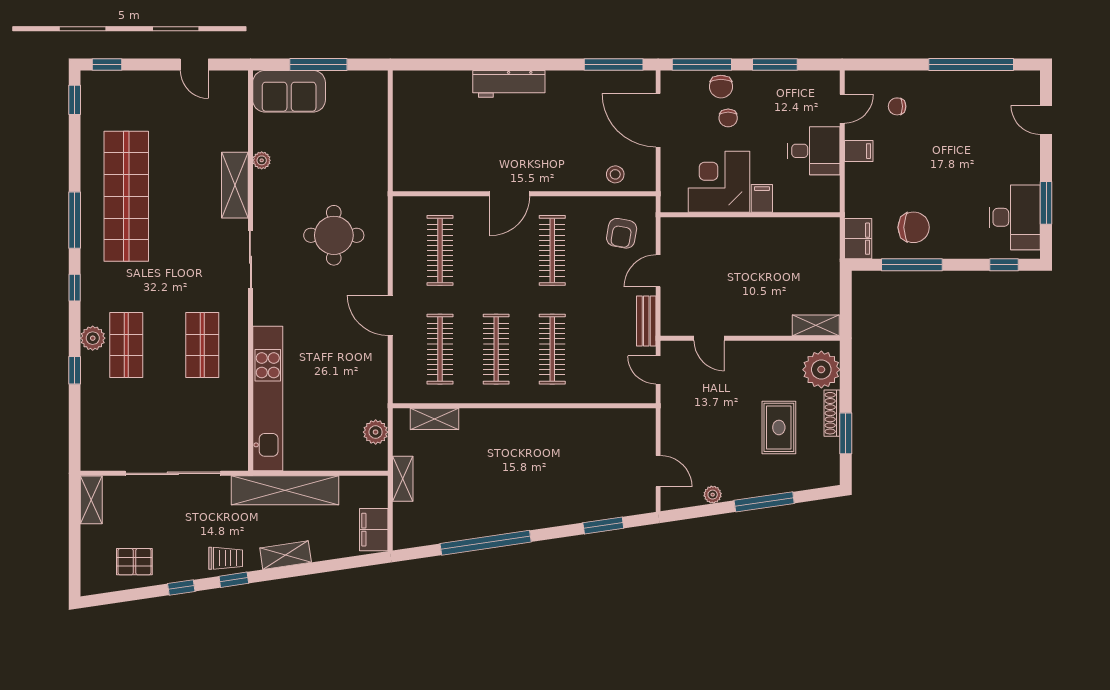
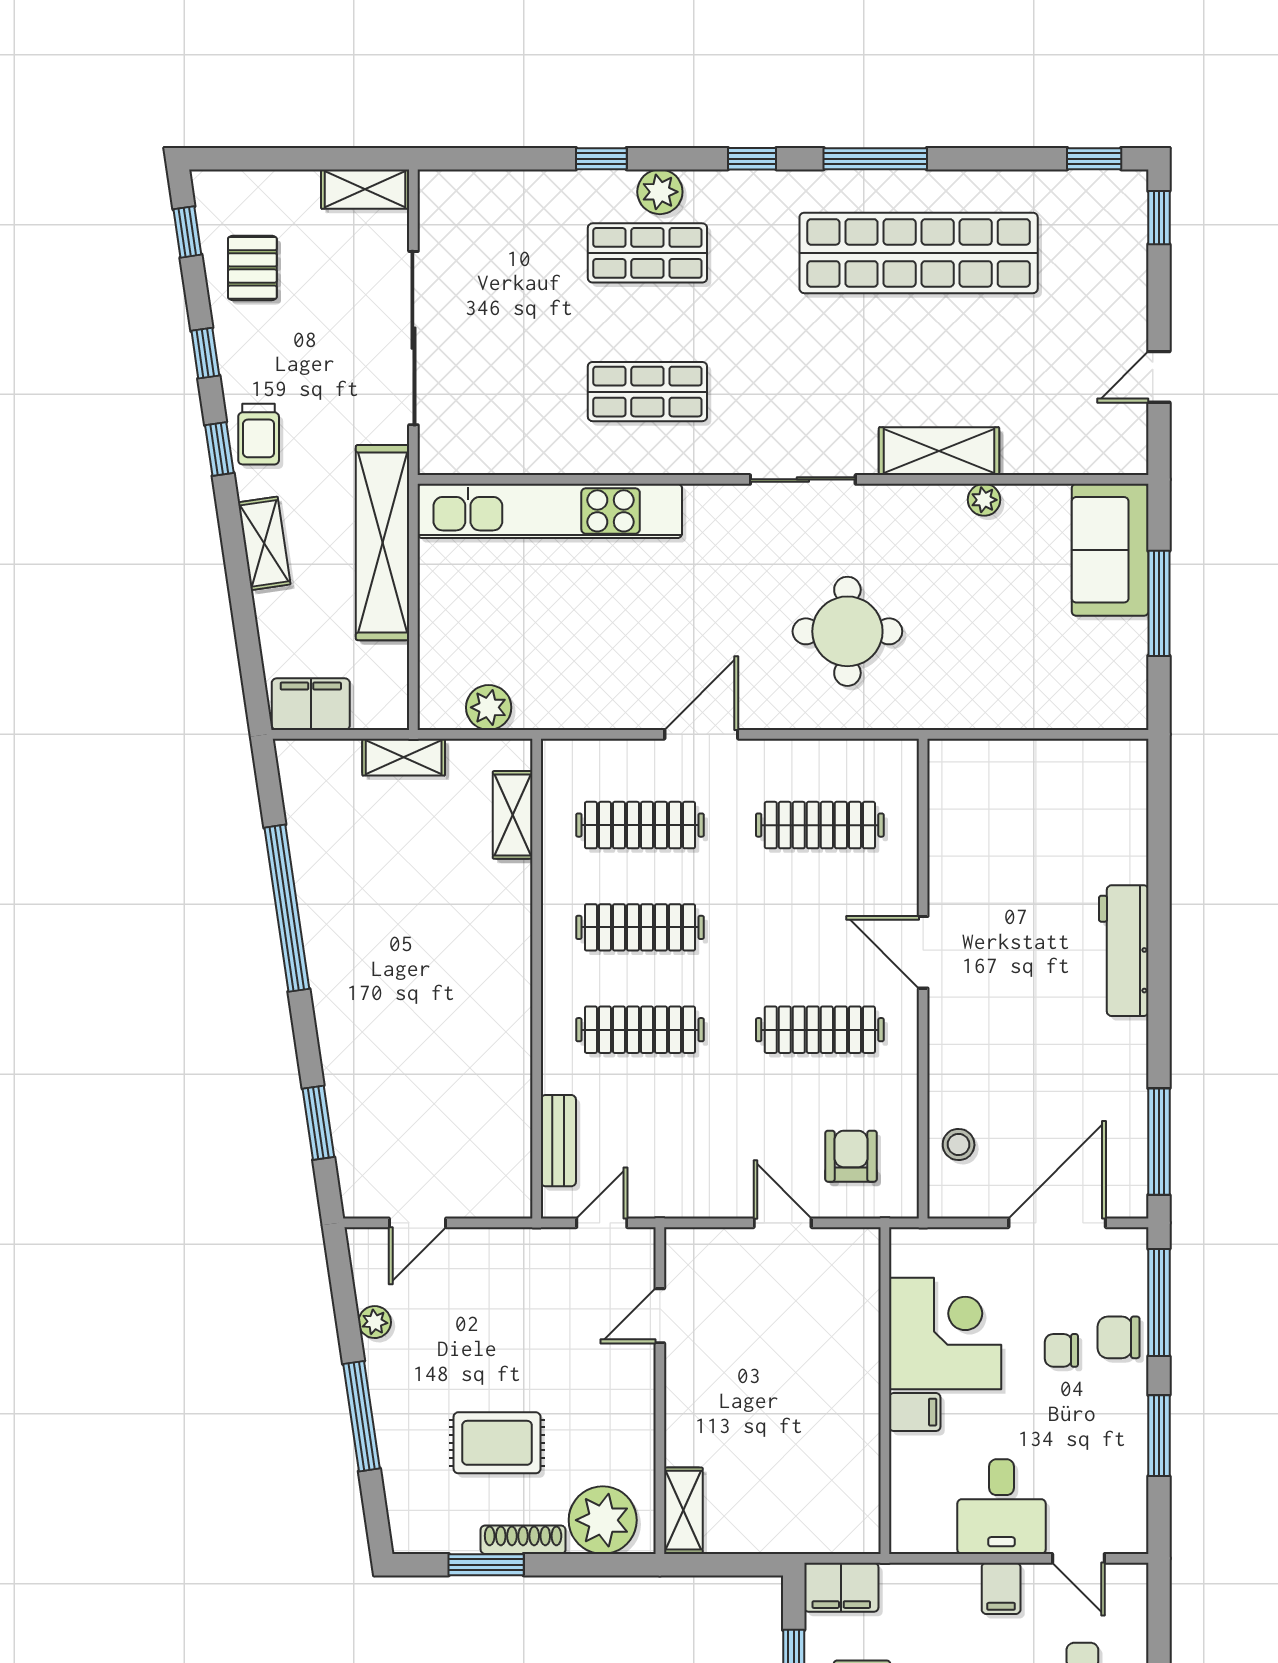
armchair: (622, 233) -> (851, 1156), turned 80
bench: (646, 321) -> (558, 1141), moved, turned 90
window: (115, 597) -> (187, 232), added

